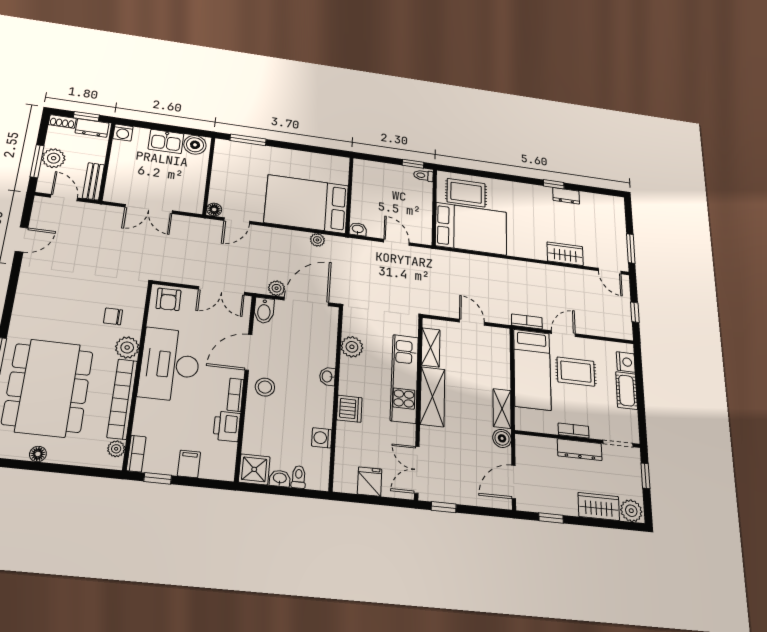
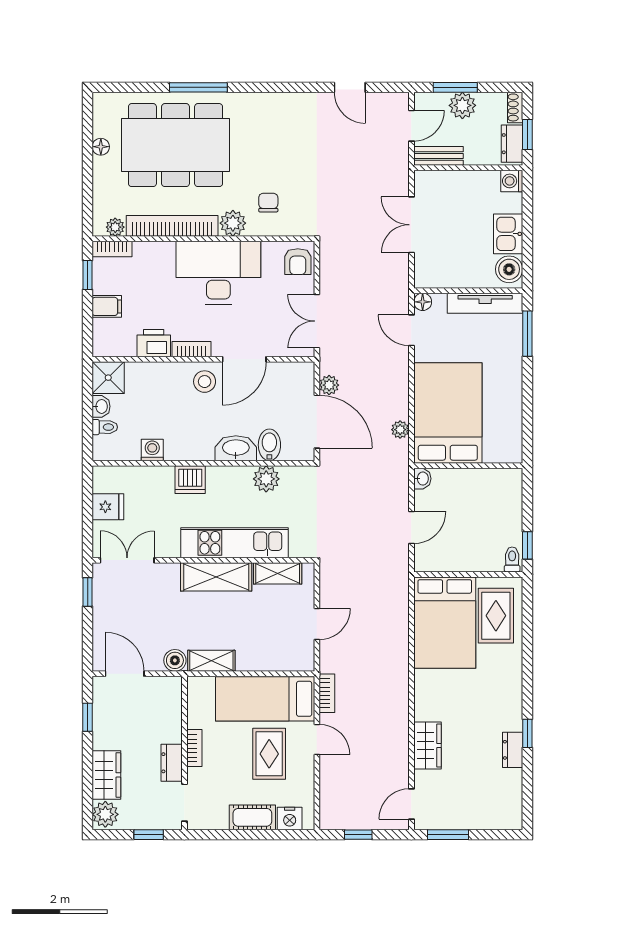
tv unit: (220, 165) -> (485, 303), added
armchair: (168, 299) -> (298, 262), turned -89
bidet: (264, 311) -> (269, 445), moved, turned 90
door: (248, 352) -> (244, 359), swing flipped
washbasin: (327, 376) -> (236, 448), width x1.91, depth x1.45
dresser: (580, 450) -> (172, 763), width x0.70

